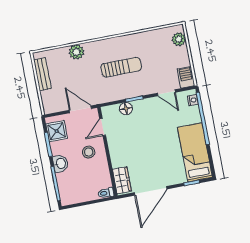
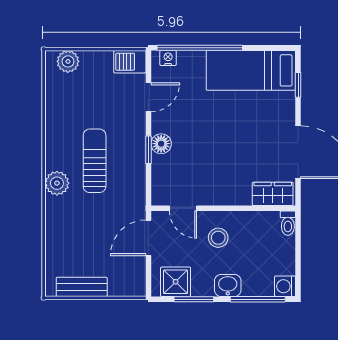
plant: (76, 52) -> (57, 183), moved
floor lamp: (126, 109) -> (161, 144), moved
washing machine: (67, 199) -> (285, 286), added

